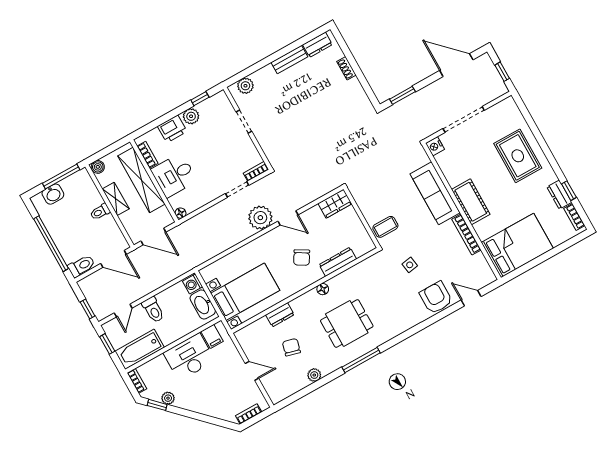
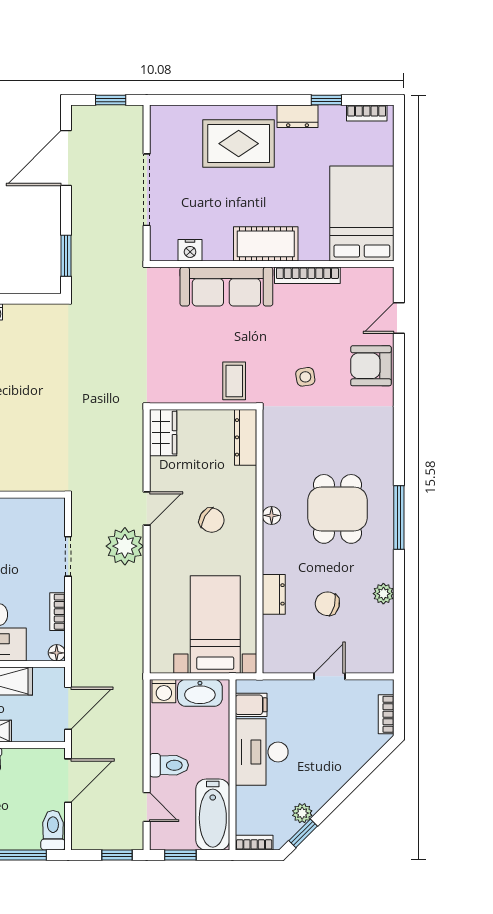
nightstand: (435, 146) -> (190, 250), moved
bookcase: (256, 171) -> (57, 612), moved
dresser: (559, 195) -> (298, 116), moved
dresser: (338, 262) -> (246, 437), moved

